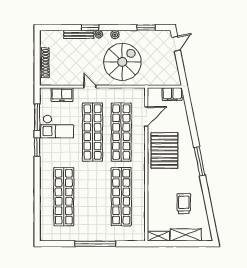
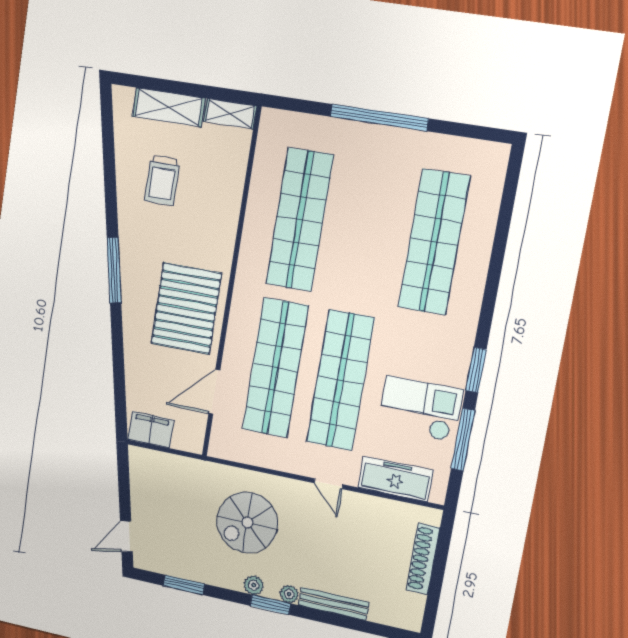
window: (90, 28) -> (270, 605), moved
spiral stairs: (122, 62) -> (247, 523), width x0.73, depth x0.73
freezer: (62, 95) -> (395, 479), width x1.40

